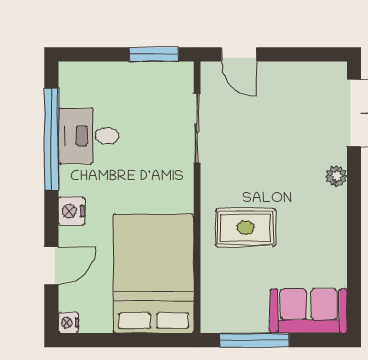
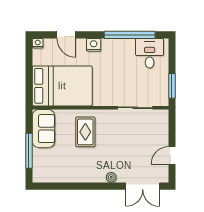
door: (239, 54) -> (172, 155), moved
desk: (88, 136) -> (150, 53), moved
sofa: (309, 311) -> (44, 129), moved
window: (254, 340) -> (29, 151), moved

